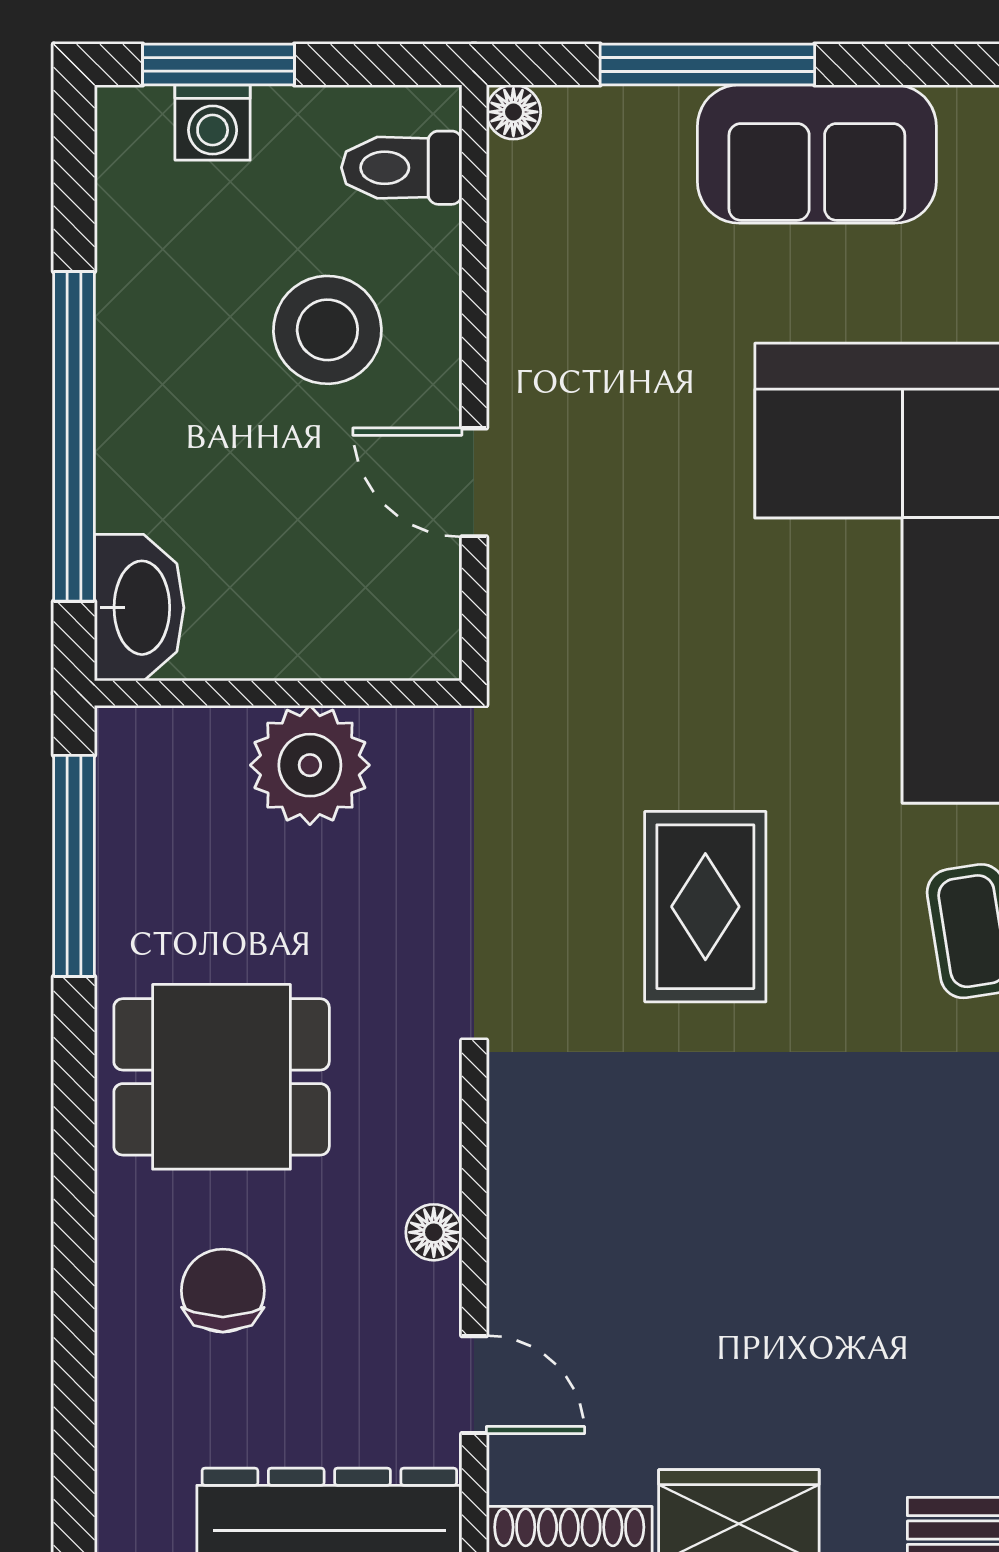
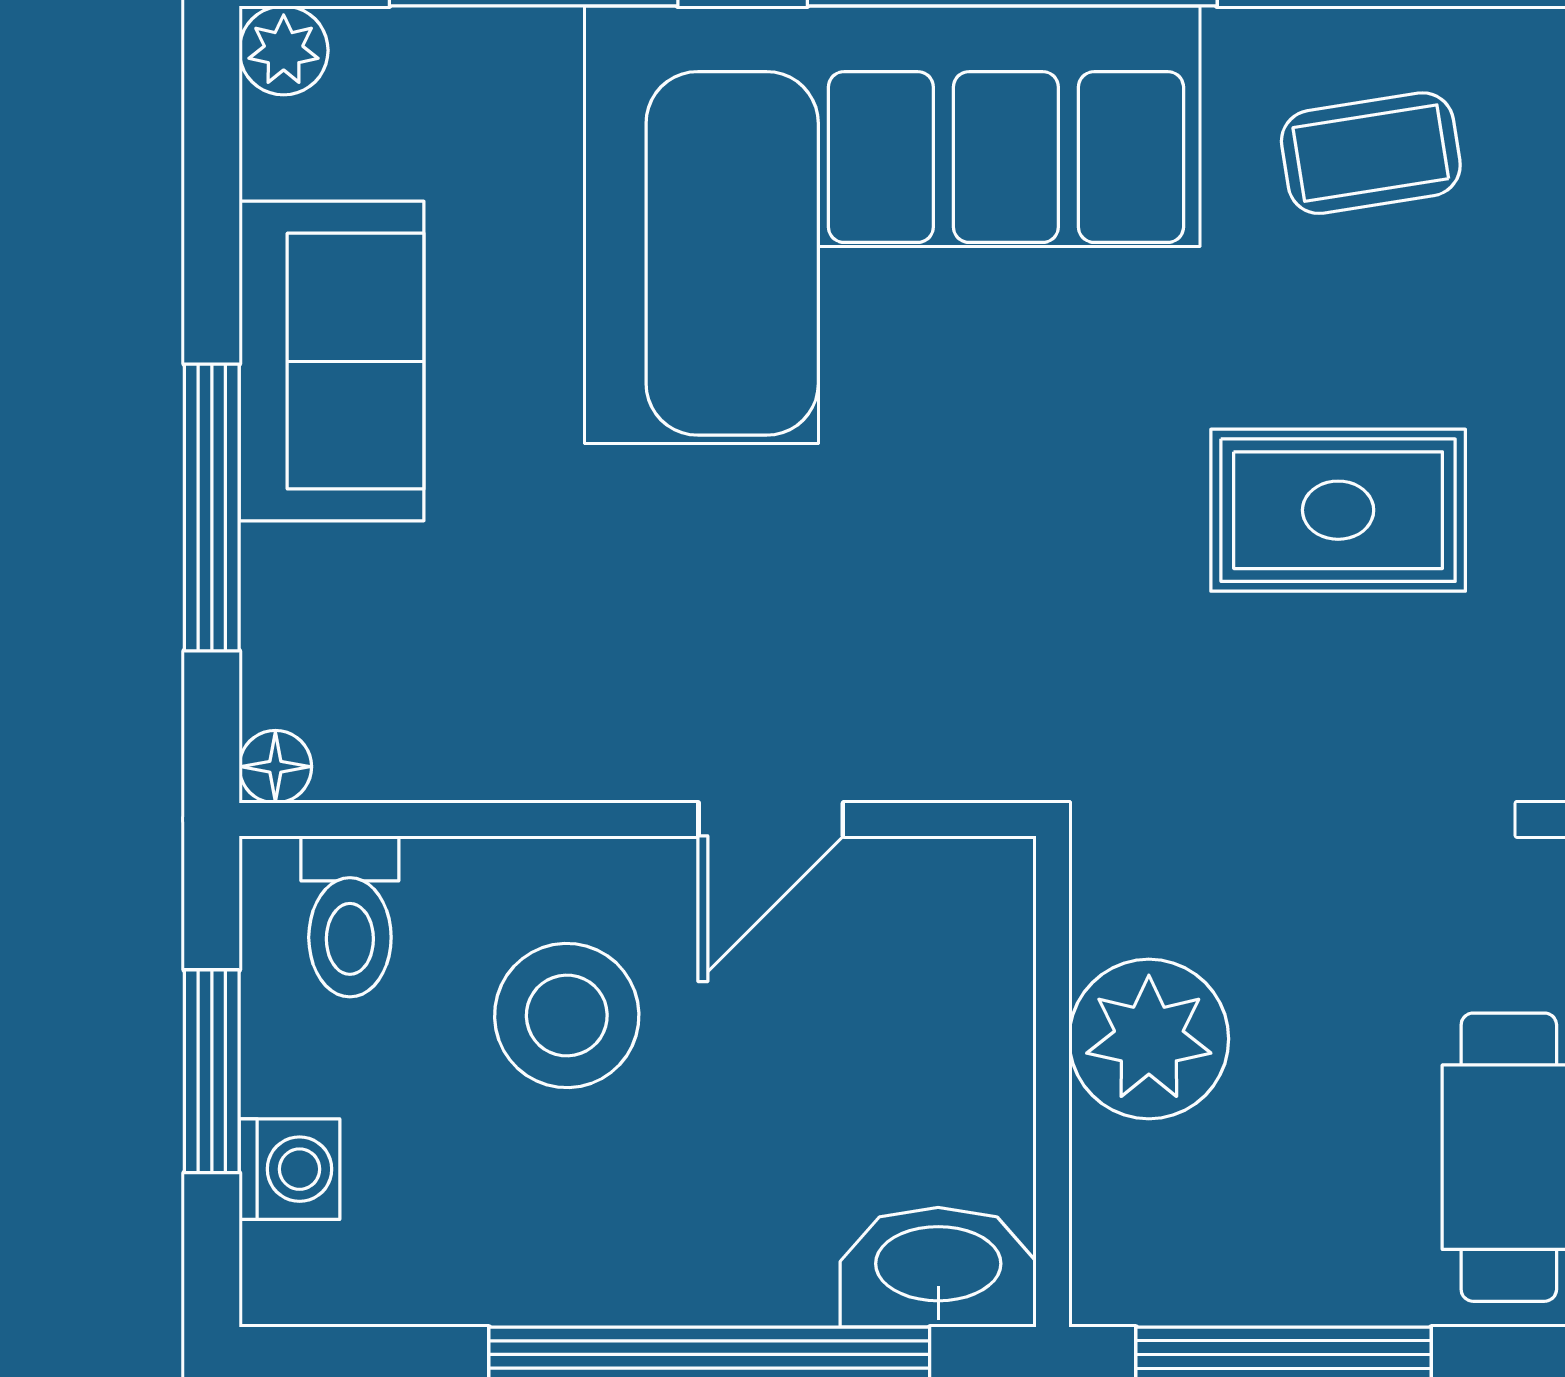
window: (218, 64) -> (212, 1071), moved

